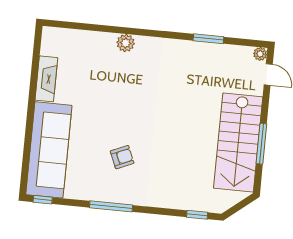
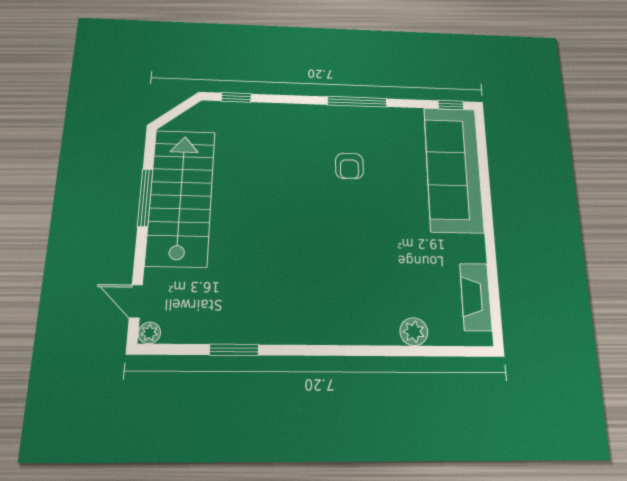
plant: (126, 43) -> (414, 332), moved
fireplace: (46, 79) -> (476, 297), moved
armchair: (122, 157) -> (349, 166), turned -67

